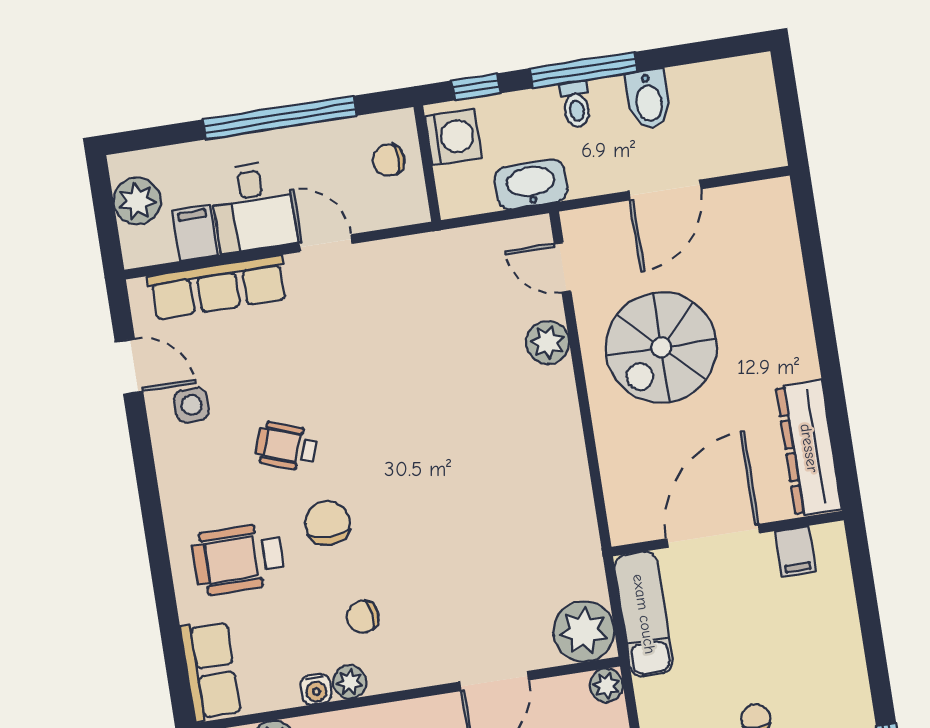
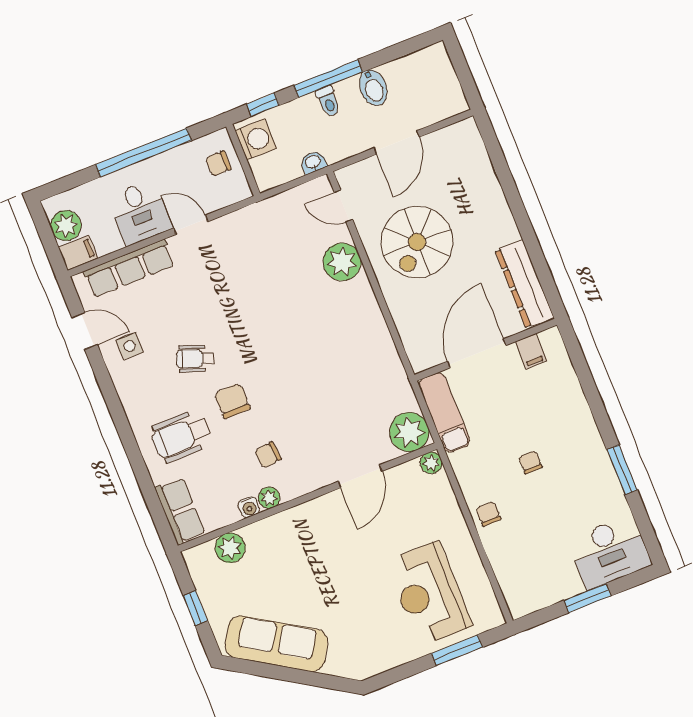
washbasin: (531, 184) -> (313, 162), width x0.52, depth x0.69
filing cabinet: (195, 233) -> (78, 253), moved, turned 90
plant: (548, 342) -> (342, 262), width x1.36, depth x1.36

